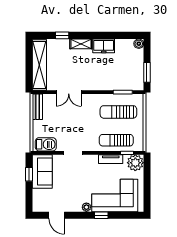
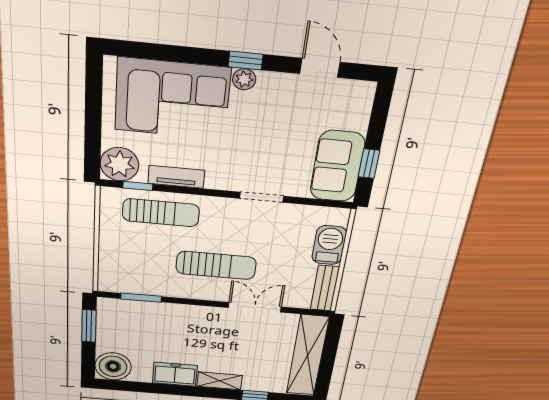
boiler: (139, 44) -> (113, 366), width x1.86, depth x1.86
sun lounger: (118, 112) -> (216, 265), moved
barbecue: (46, 144) -> (329, 245), moved, turned 90
window: (101, 215) -> (246, 61), moved

